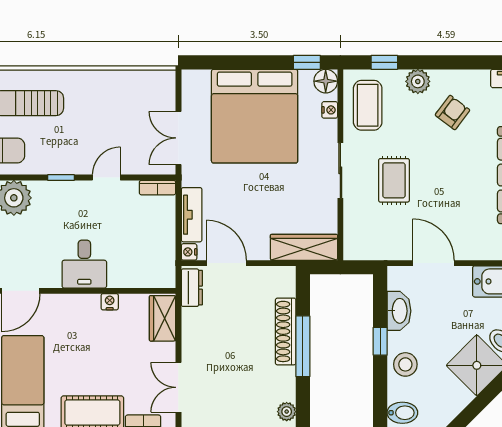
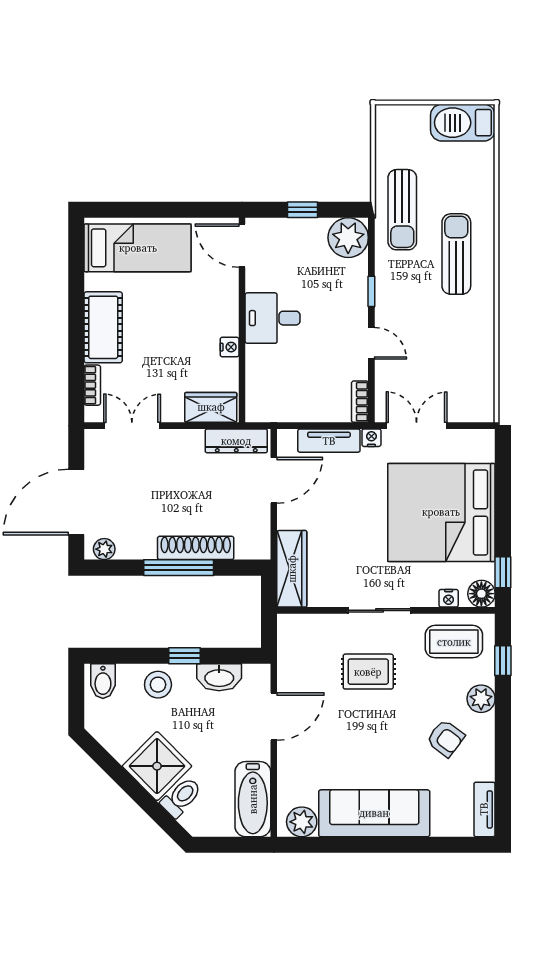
nightstand: (189, 252) -> (371, 438), moved
dresser: (192, 288) -> (236, 441), width x1.44

